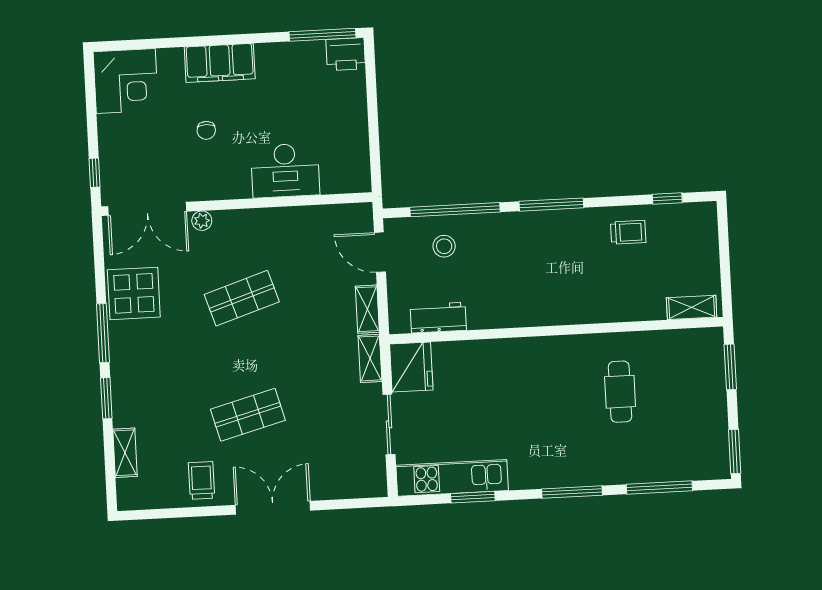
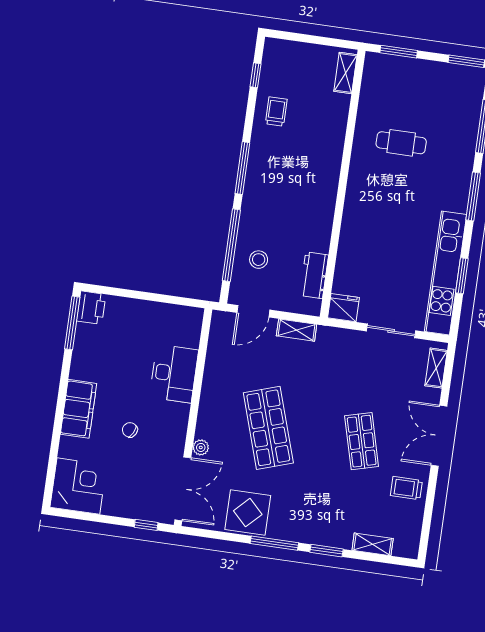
chair: (206, 130) -> (130, 430), turned -153
shop shelf: (242, 298) -> (268, 428), width x1.43, depth x1.36
shelving: (370, 358) -> (436, 368), moved, turned 90
fridge: (411, 367) -> (343, 308), width x0.73, depth x0.75
kitchen unit: (452, 478) -> (446, 273), width x1.36

